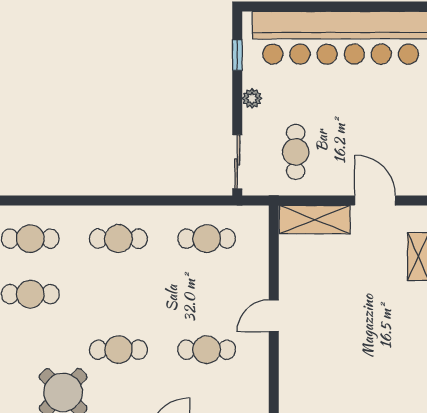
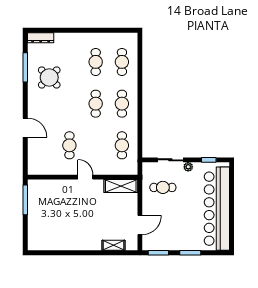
sliding door: (237, 162) -> (170, 160), moved
shelving: (315, 220) -> (121, 186), moved, turned 90
cafe table: (118, 350) -> (96, 104), moved

